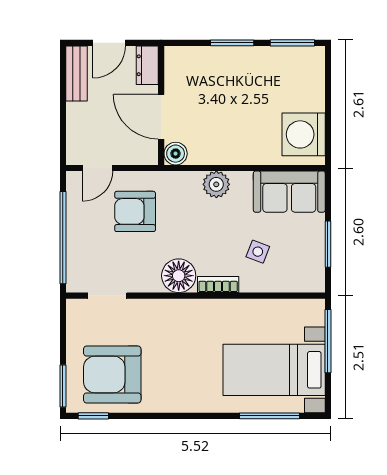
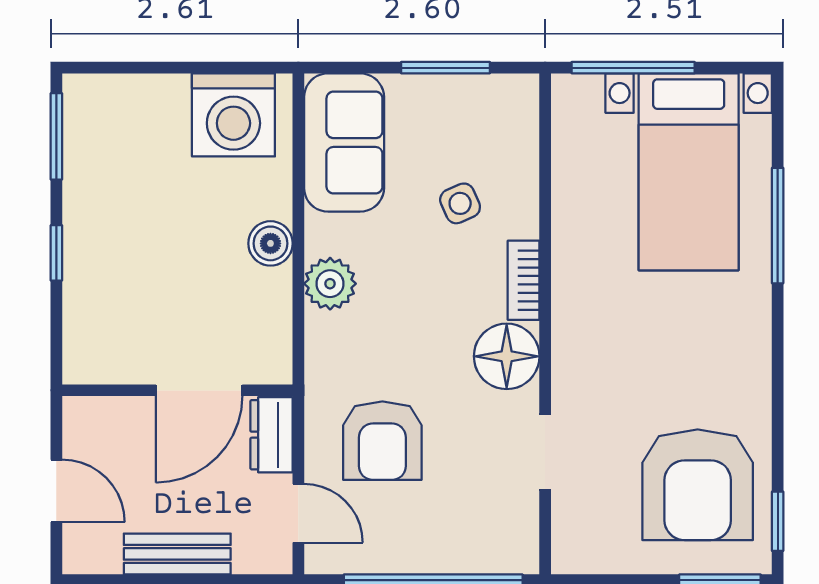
window: (232, 43) -> (56, 253), width x0.67
dresser: (147, 65) -> (272, 435), moved, turned 90
bench: (76, 74) -> (177, 554), moved
boiler: (176, 154) -> (270, 243), moved
side table: (258, 252) -> (460, 203), turned 45
doorway: (107, 296) -> (545, 452), moved
window: (269, 416) -> (778, 226), moved

